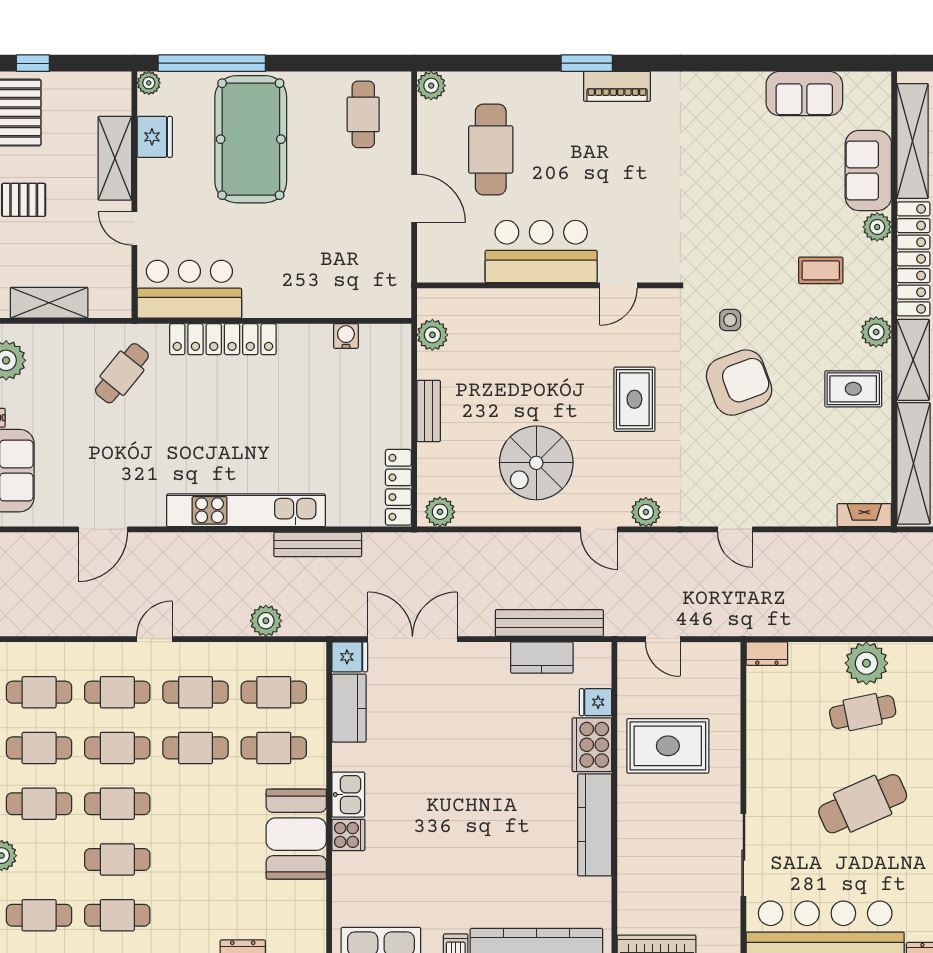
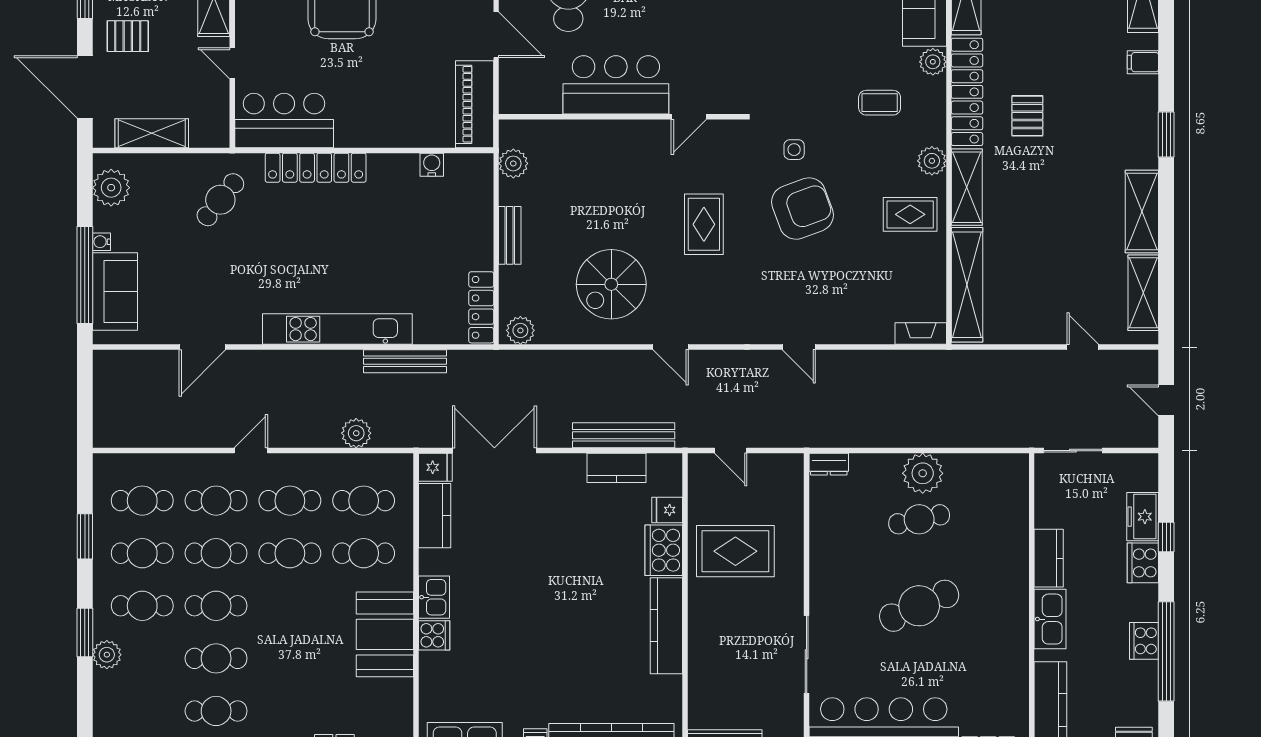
piano: (391, 272) -> (475, 104), added
plant: (646, 512) -> (715, 331), removed
cafe table: (39, 915) -> (142, 711), removed

